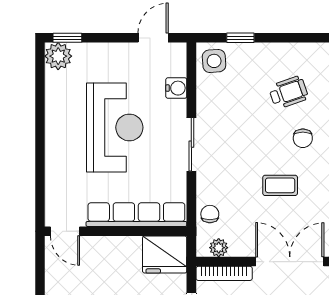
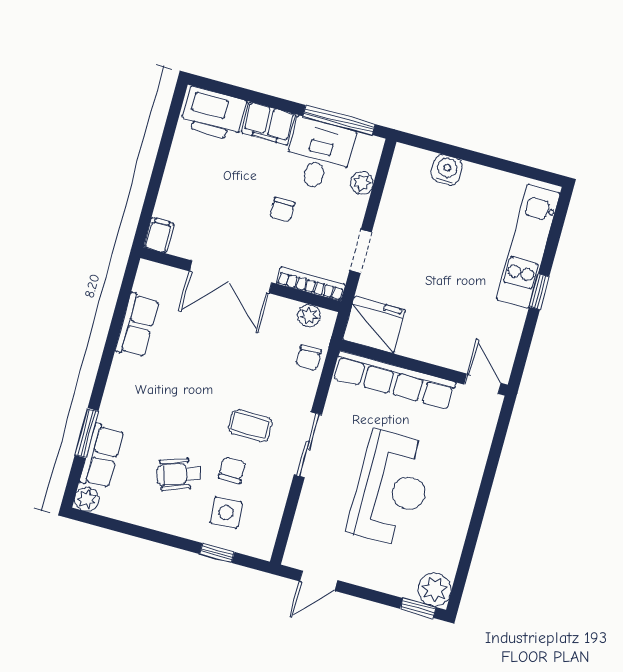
side table: (214, 61) -> (226, 513), moved
water cooler: (176, 88) -> (307, 515), removed
reception desk: (115, 127) -> (392, 489), turned 180
chair: (303, 138) -> (232, 470), moved
coffee table: (280, 185) -> (250, 426), moved

